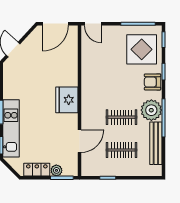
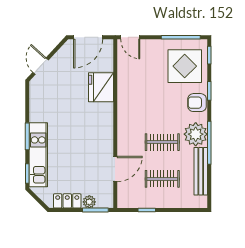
fridge: (67, 100) -> (101, 87), moved

